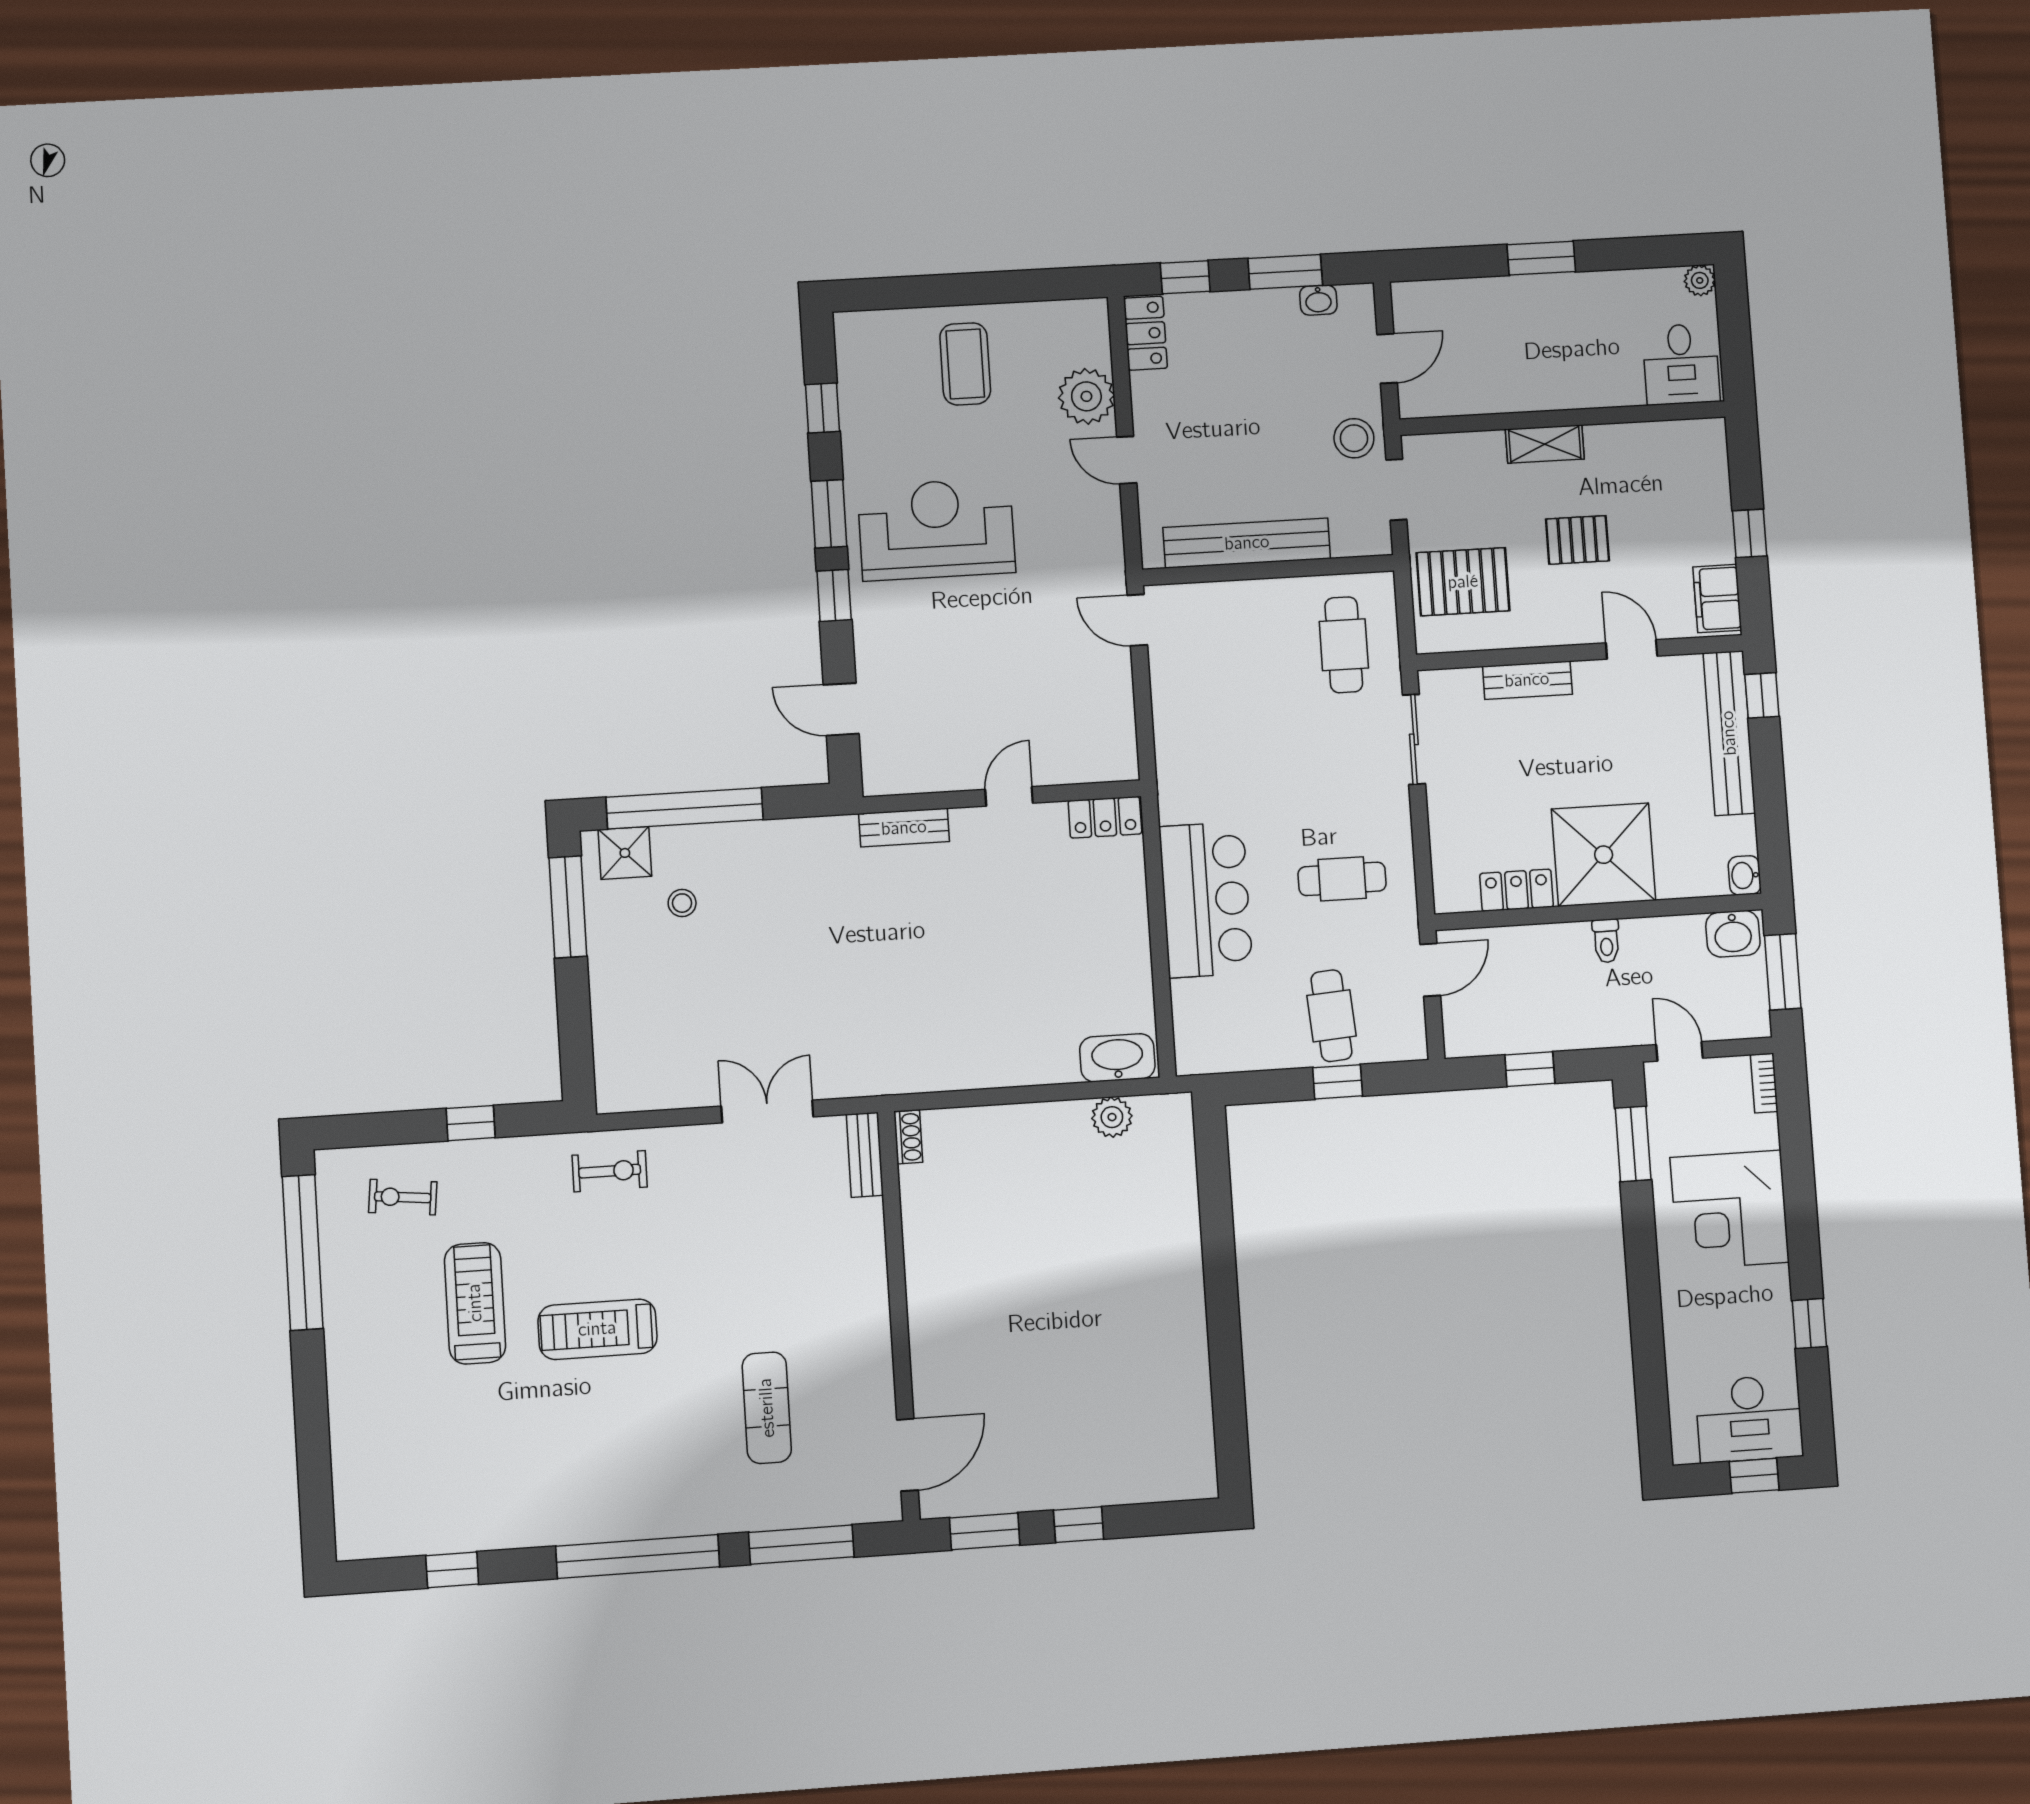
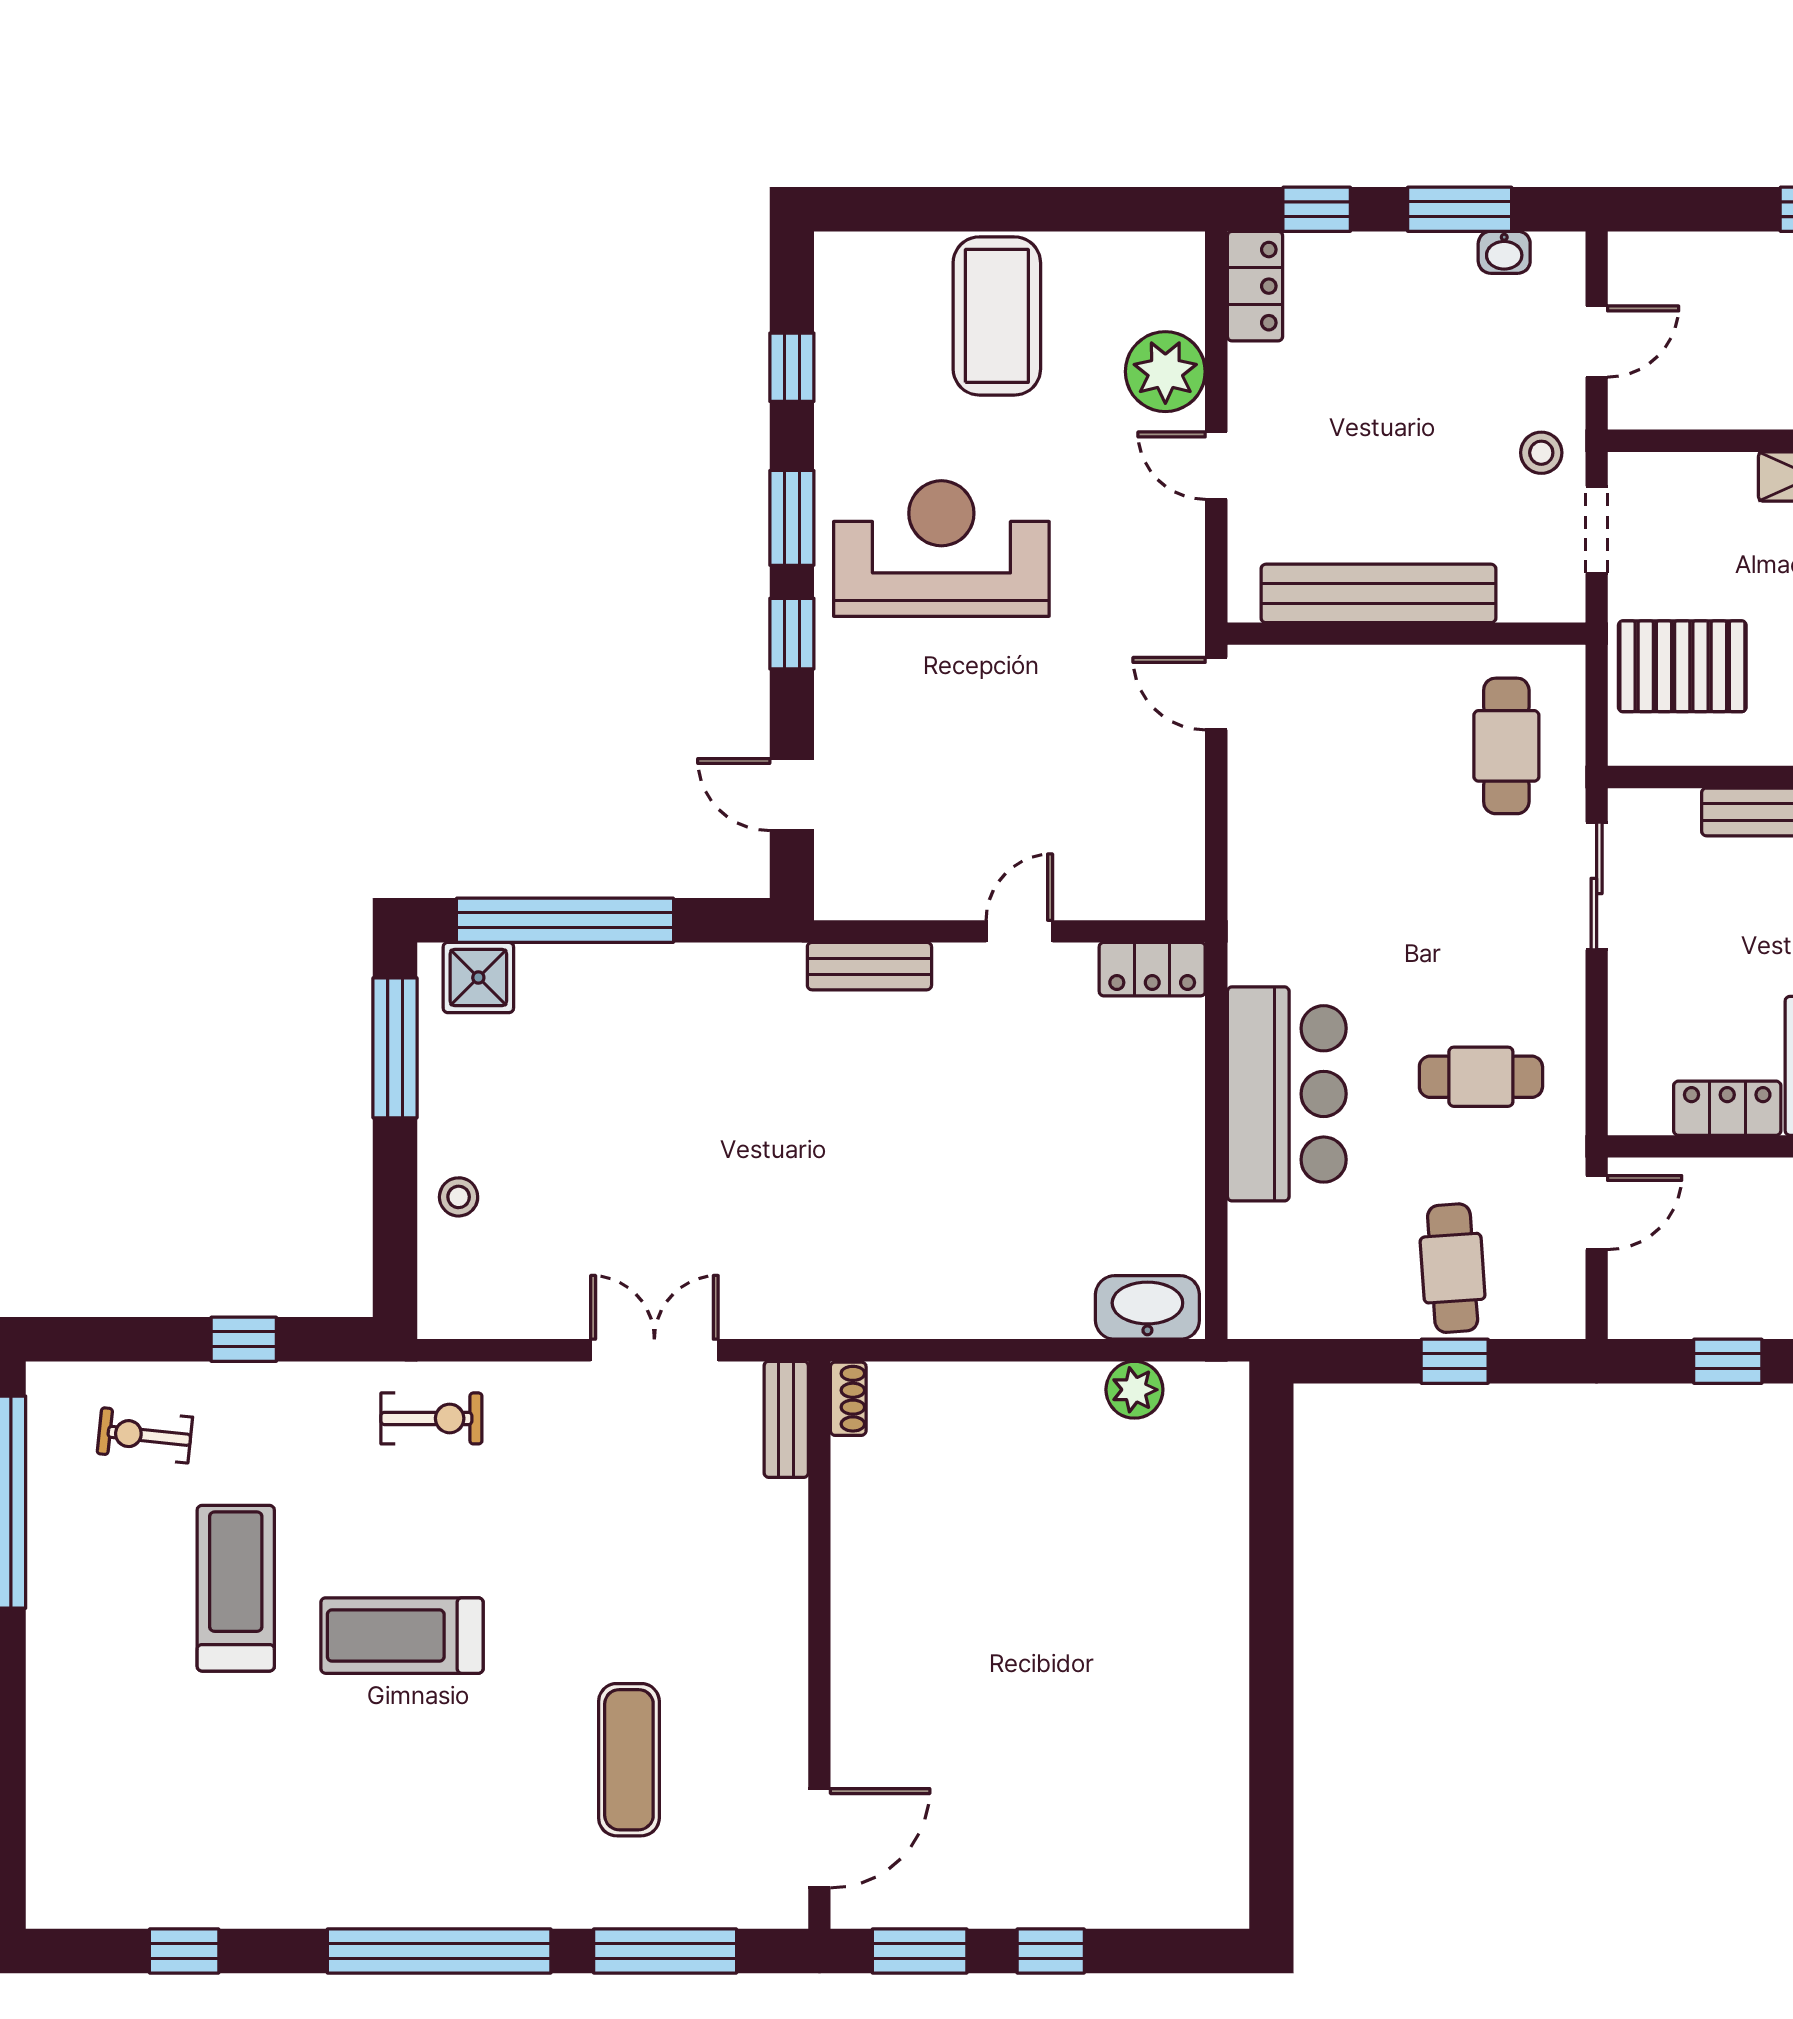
coffee table: (965, 364) -> (997, 316), width x1.36, depth x1.32
stool: (1354, 438) -> (1541, 453), width x0.73, depth x0.73
stool: (682, 903) -> (459, 1197), moved

